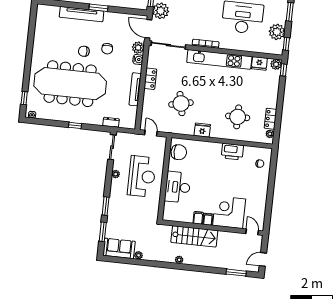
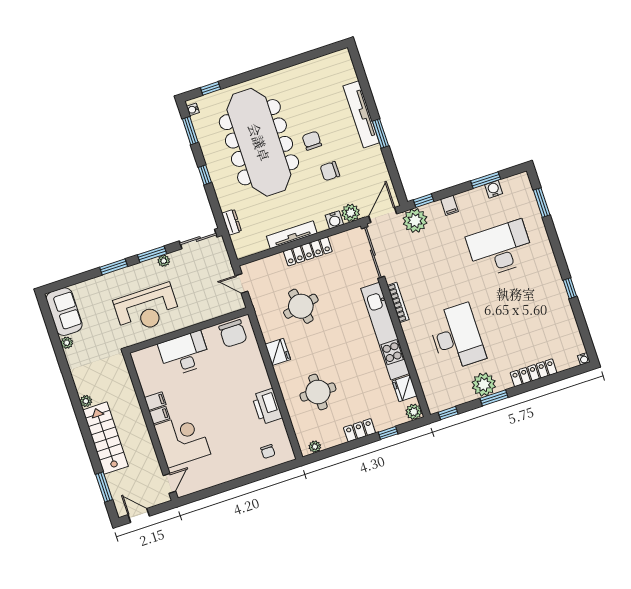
plant: (277, 32) -> (484, 385), moved
window: (283, 70) -> (388, 433), moved
locker: (150, 79) -> (308, 251), width x1.53
locker: (270, 119) -> (359, 430), moved
window: (44, 122) -> (190, 131), added
door: (151, 133) -> (242, 283), swing flipped
reception desk: (142, 176) -> (147, 309), moved
window: (103, 232) -> (152, 254), moved
stairs: (194, 236) -> (105, 438), moved, turned 180

